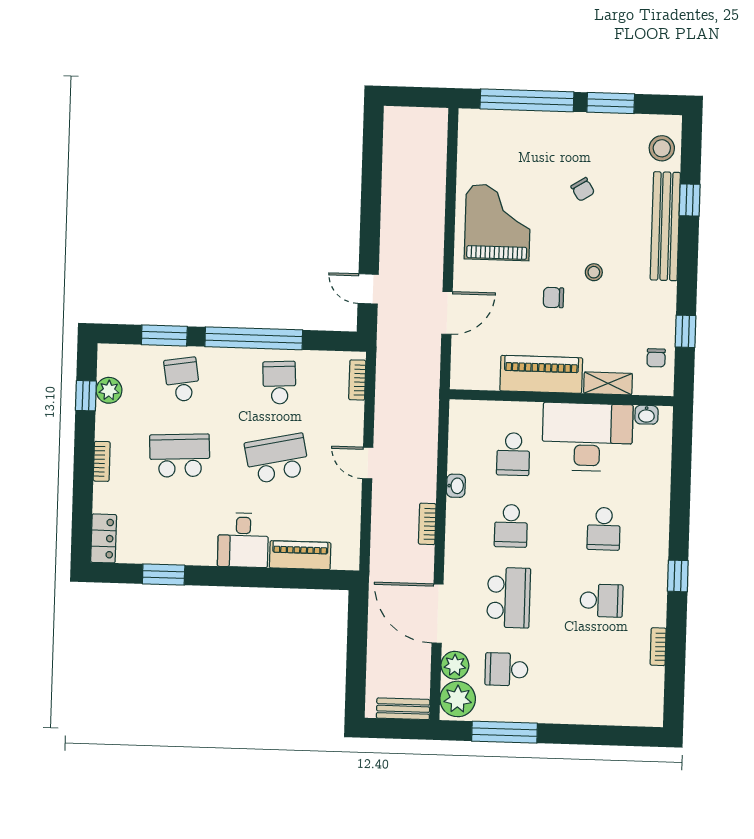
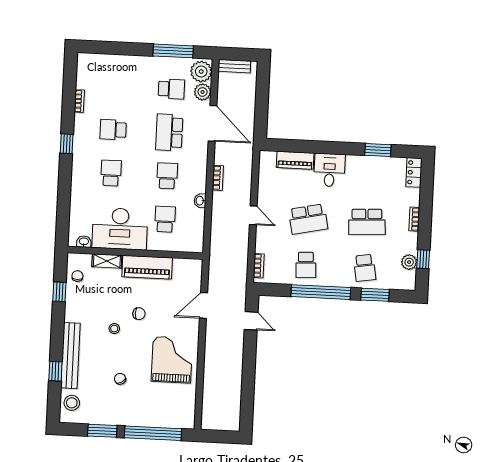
grand piano: (498, 222) -> (172, 360), turned 180

